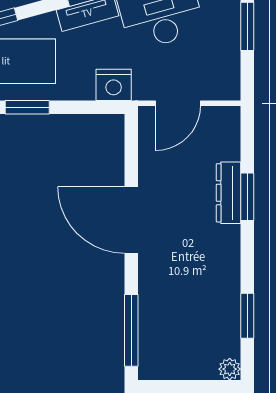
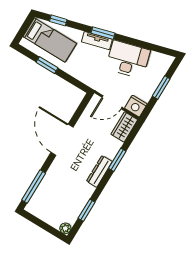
nightstand: (114, 85) -> (136, 106), moved
wardrobe: (225, 133) -> (124, 127), added
dresser: (229, 193) -> (99, 171), moved

